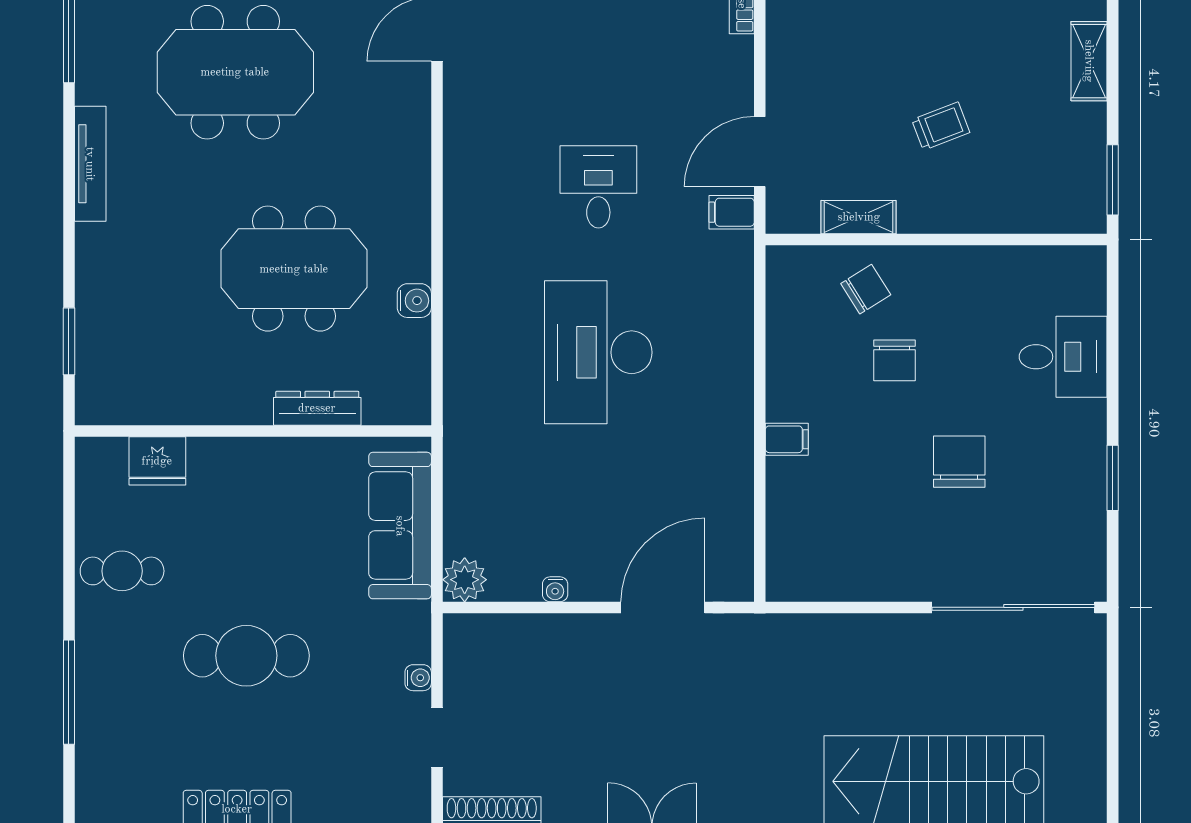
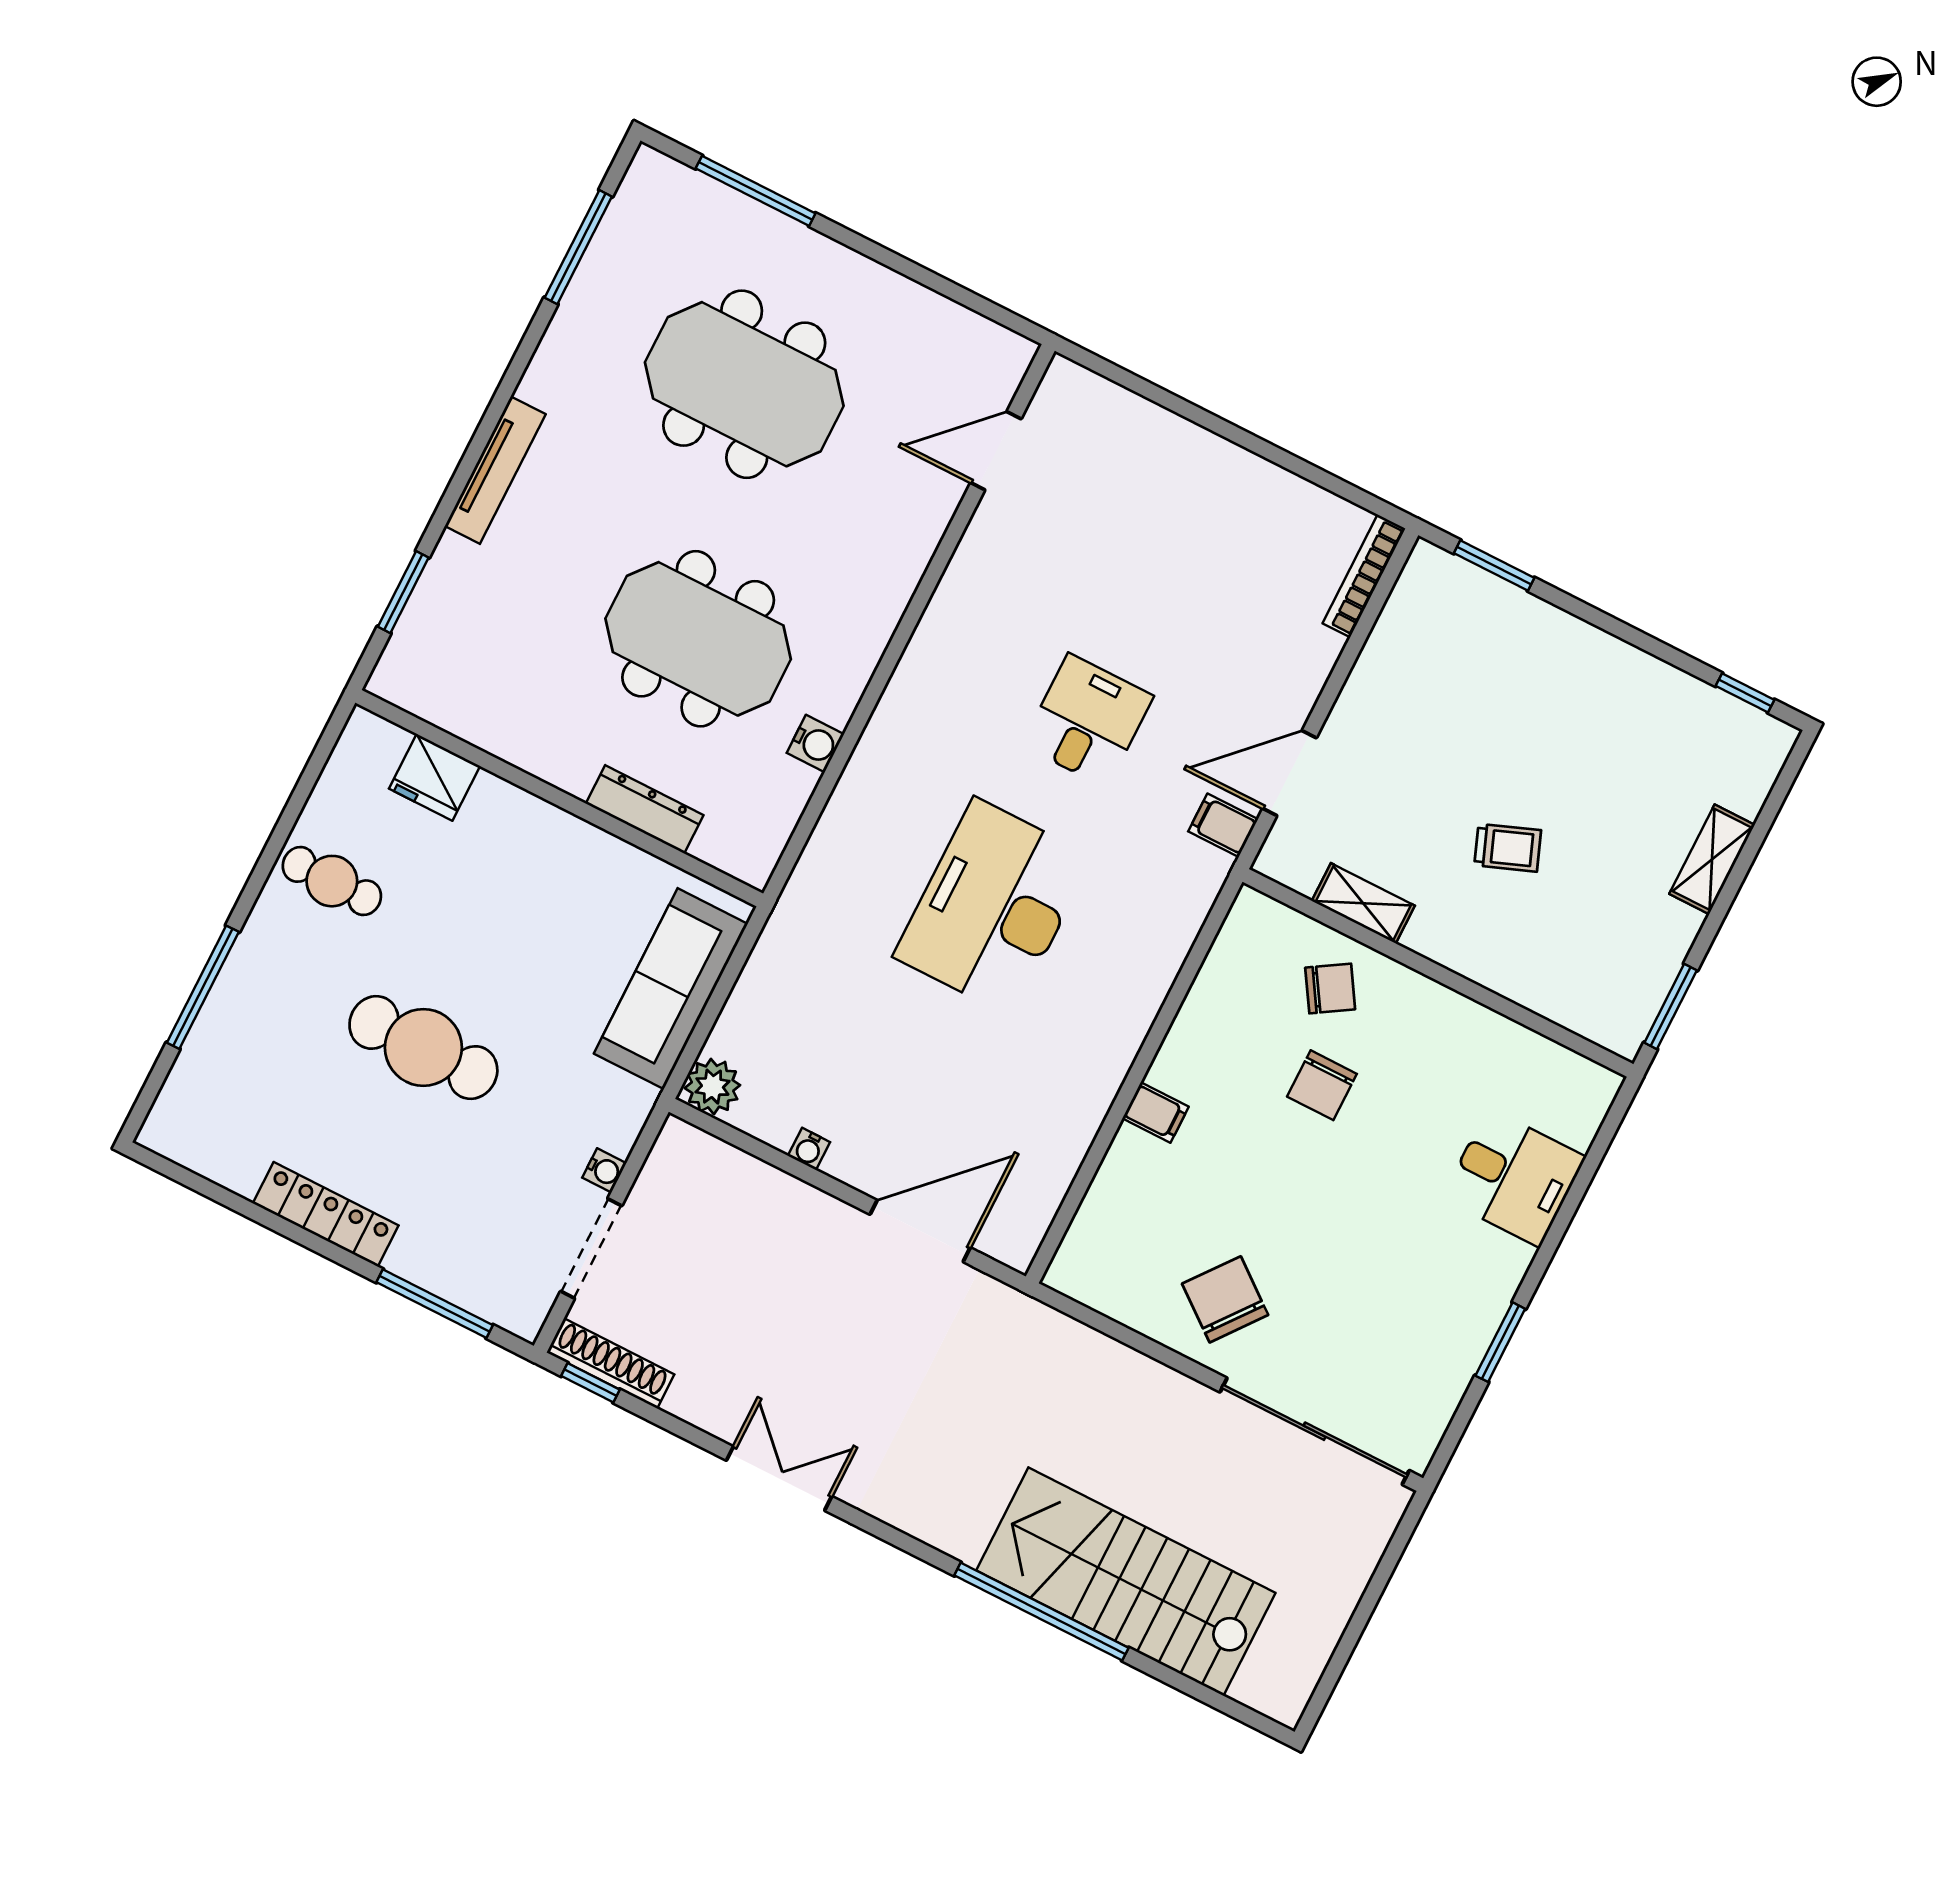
tv unit: (90, 164) -> (495, 470), moved
chair: (959, 462) -> (1225, 1299), moved, turned -52
doorway: (437, 738) -> (591, 1249), width x1.38

